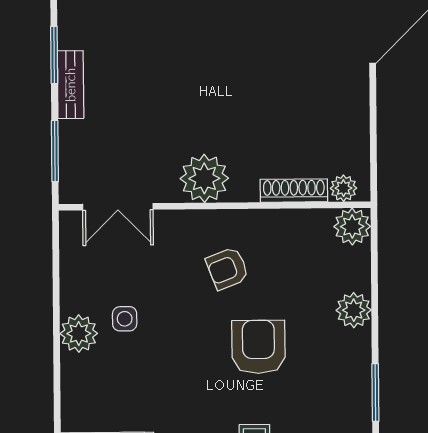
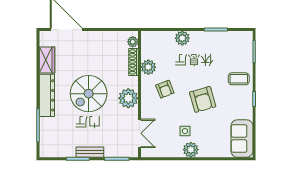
spiral stairs: (215, 80) -> (89, 94), added
plant: (352, 226) -> (148, 67), moved
armchair: (258, 347) -> (203, 99), moved, turned -106

